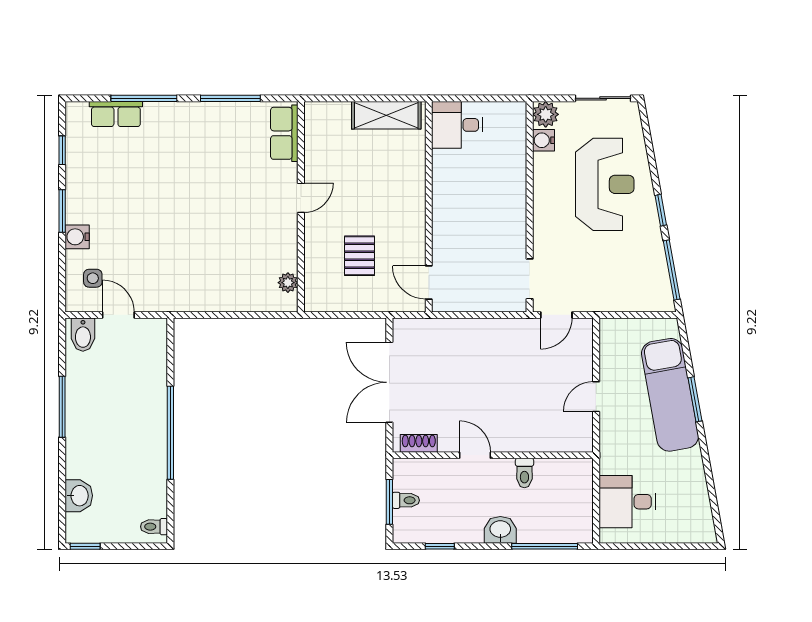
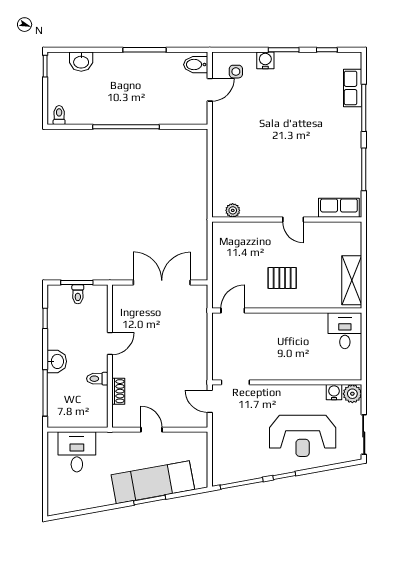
pallet: (359, 256) -> (282, 278), moved
shoe rack: (419, 443) -> (118, 391), moved

